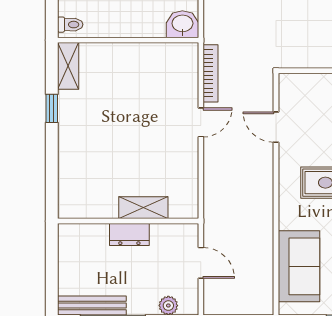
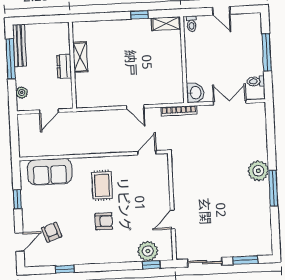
bookcase: (211, 73) -> (179, 111), moved
door: (276, 127) -> (147, 153), moved
shelving: (143, 208) -> (80, 57), moved

